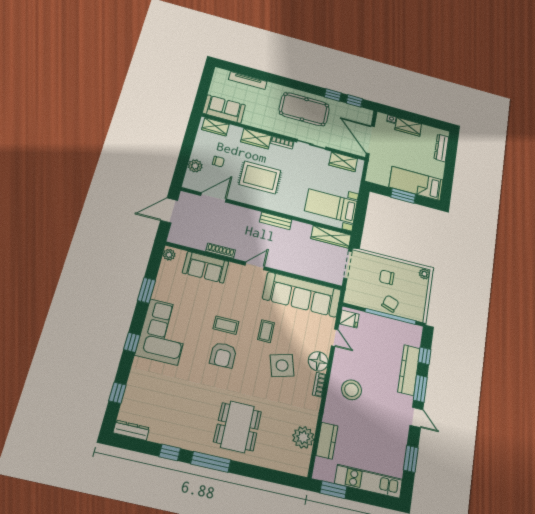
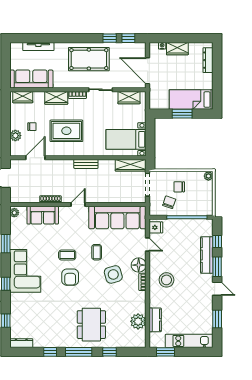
sofa: (224, 109) -> (31, 79), width x1.36
chair: (390, 304) -> (169, 202), moved
window: (255, 472) -> (110, 352), added

